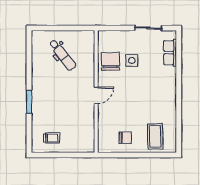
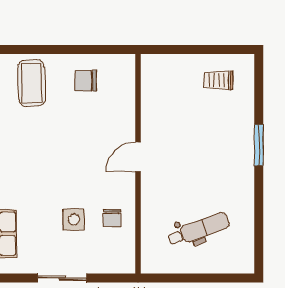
sliding door: (148, 28) -> (62, 278), moved
dental chair: (62, 55) -> (199, 229), turned 108
chair: (110, 61) -> (112, 218), width x0.54, depth x0.54

